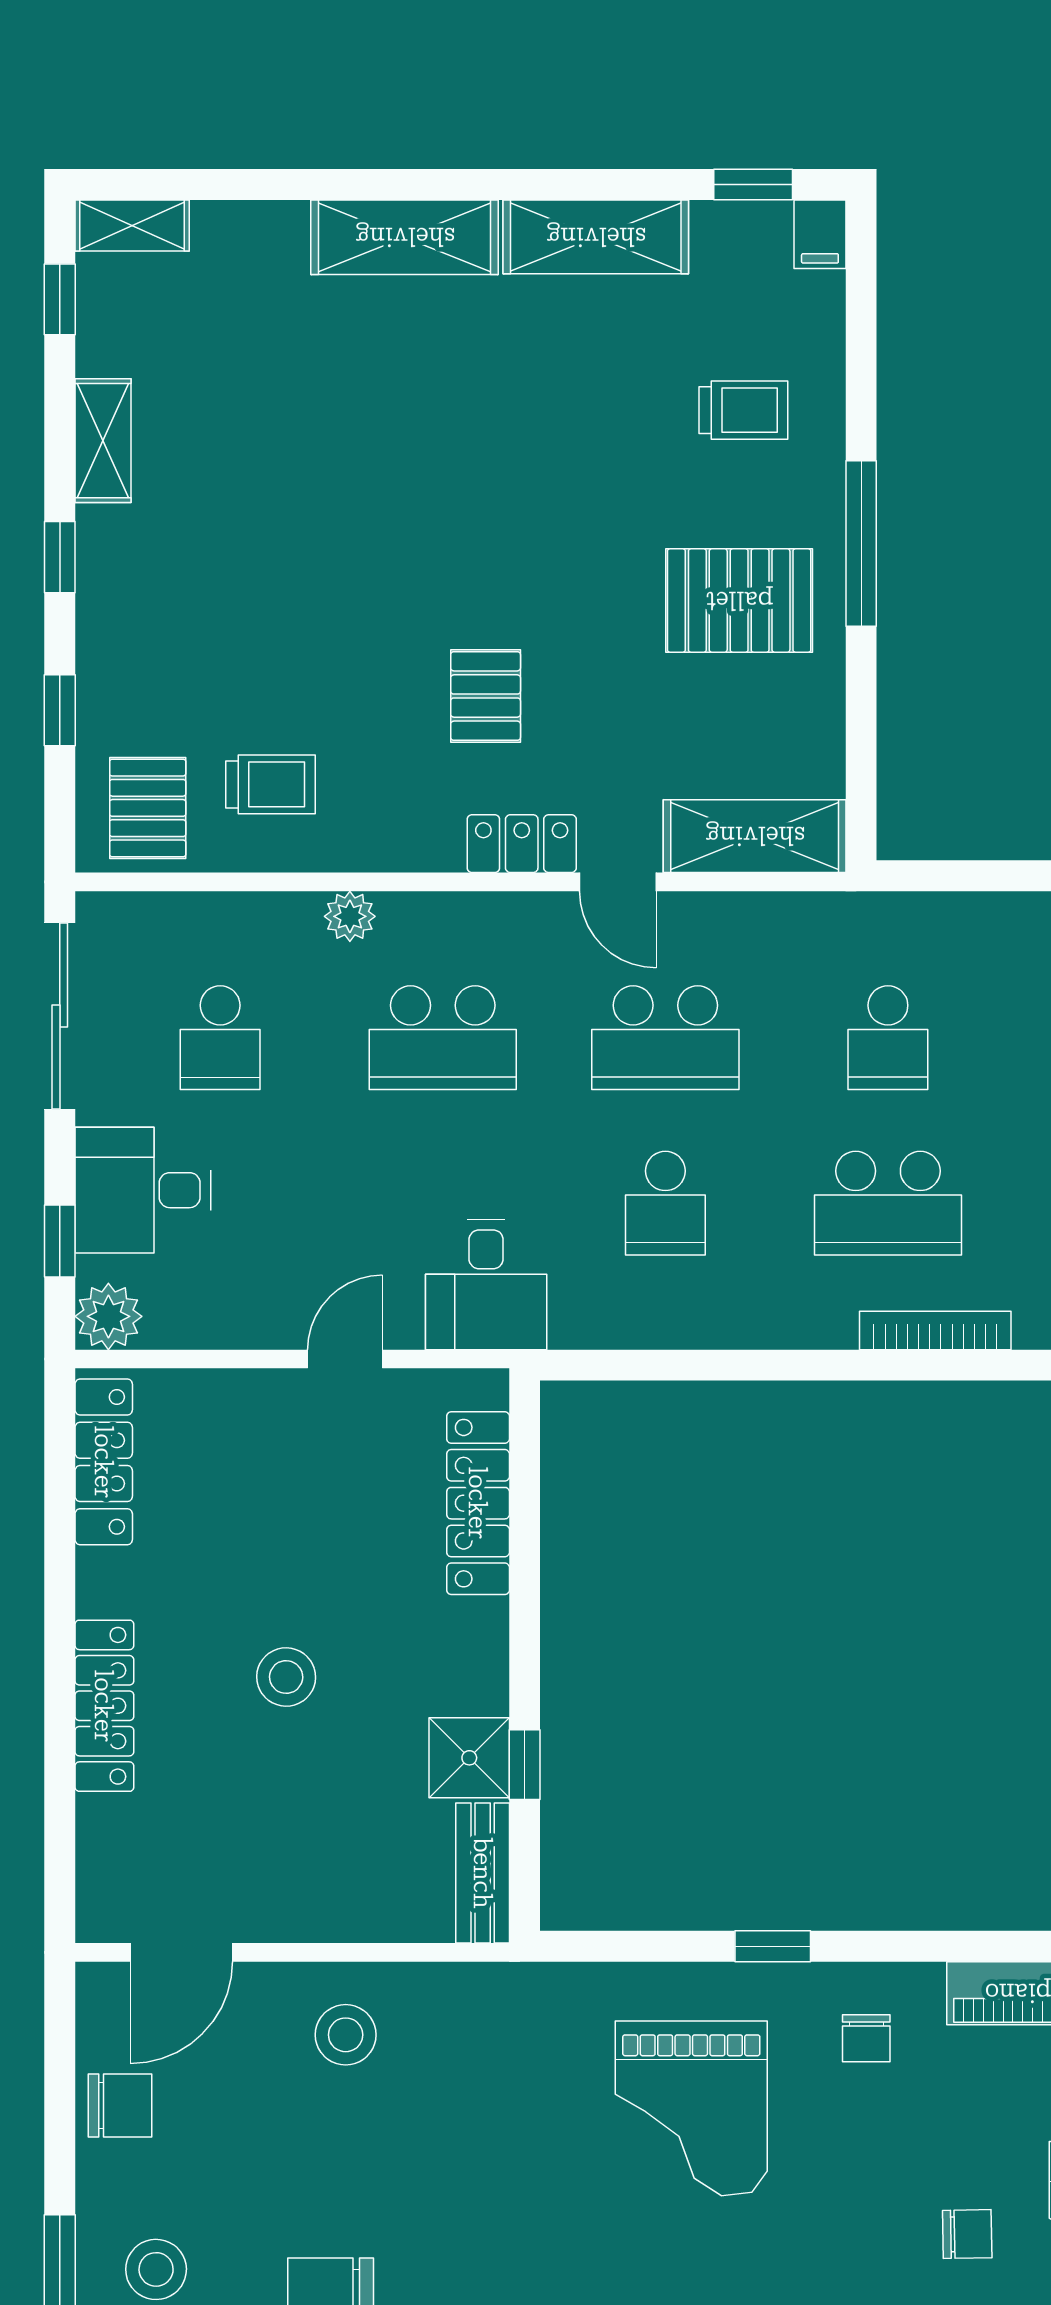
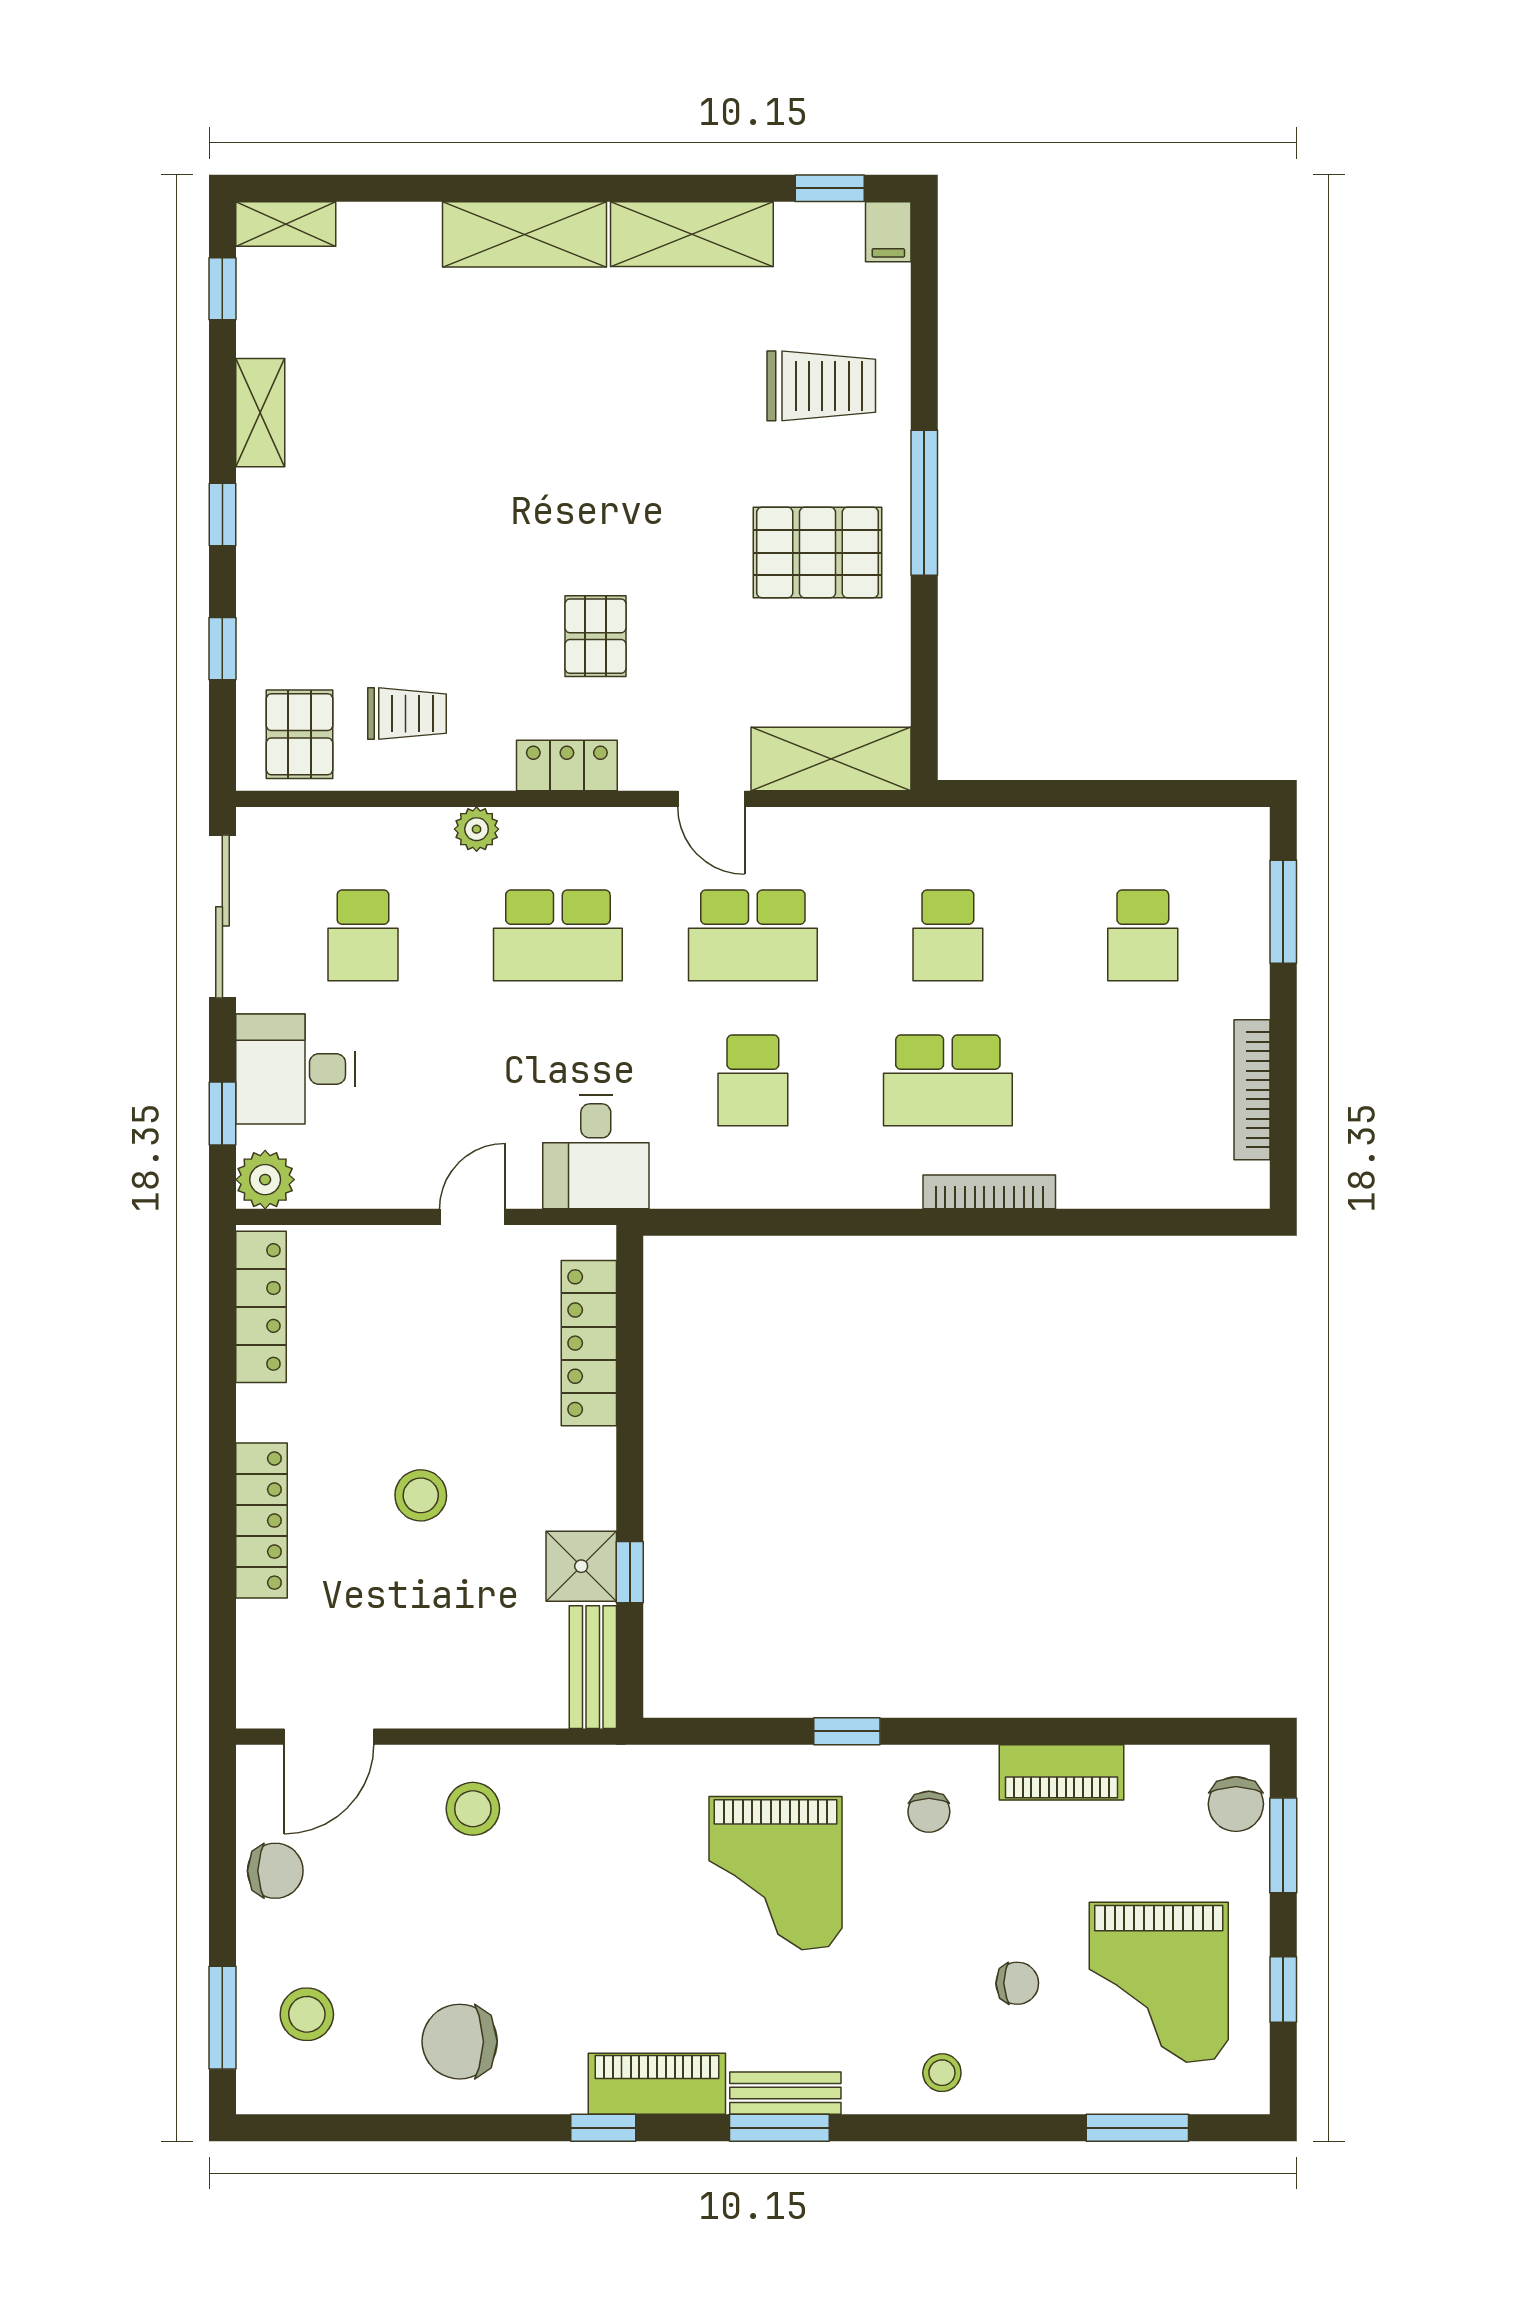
trolley: (743, 410) -> (821, 386), width x1.36, depth x1.39
locker: (522, 844) -> (567, 765), moved

